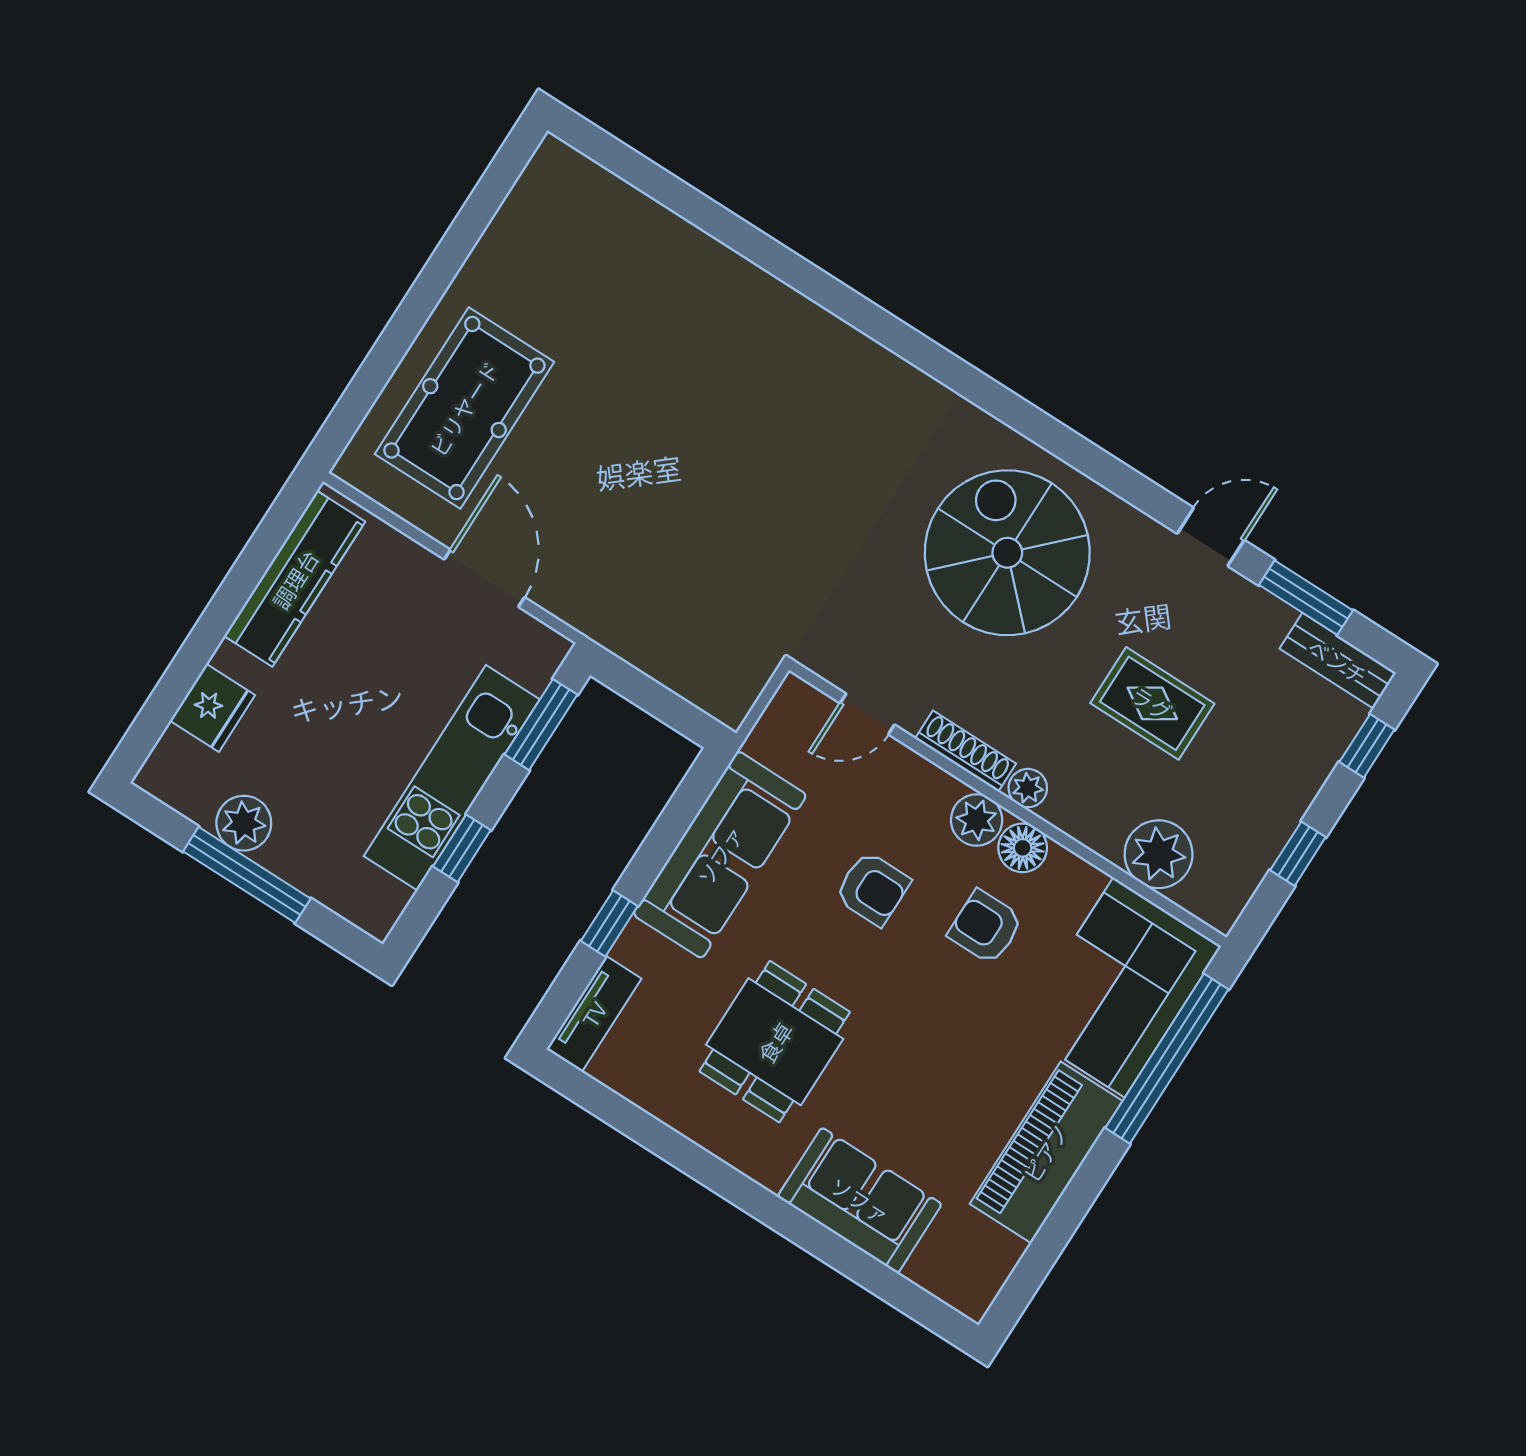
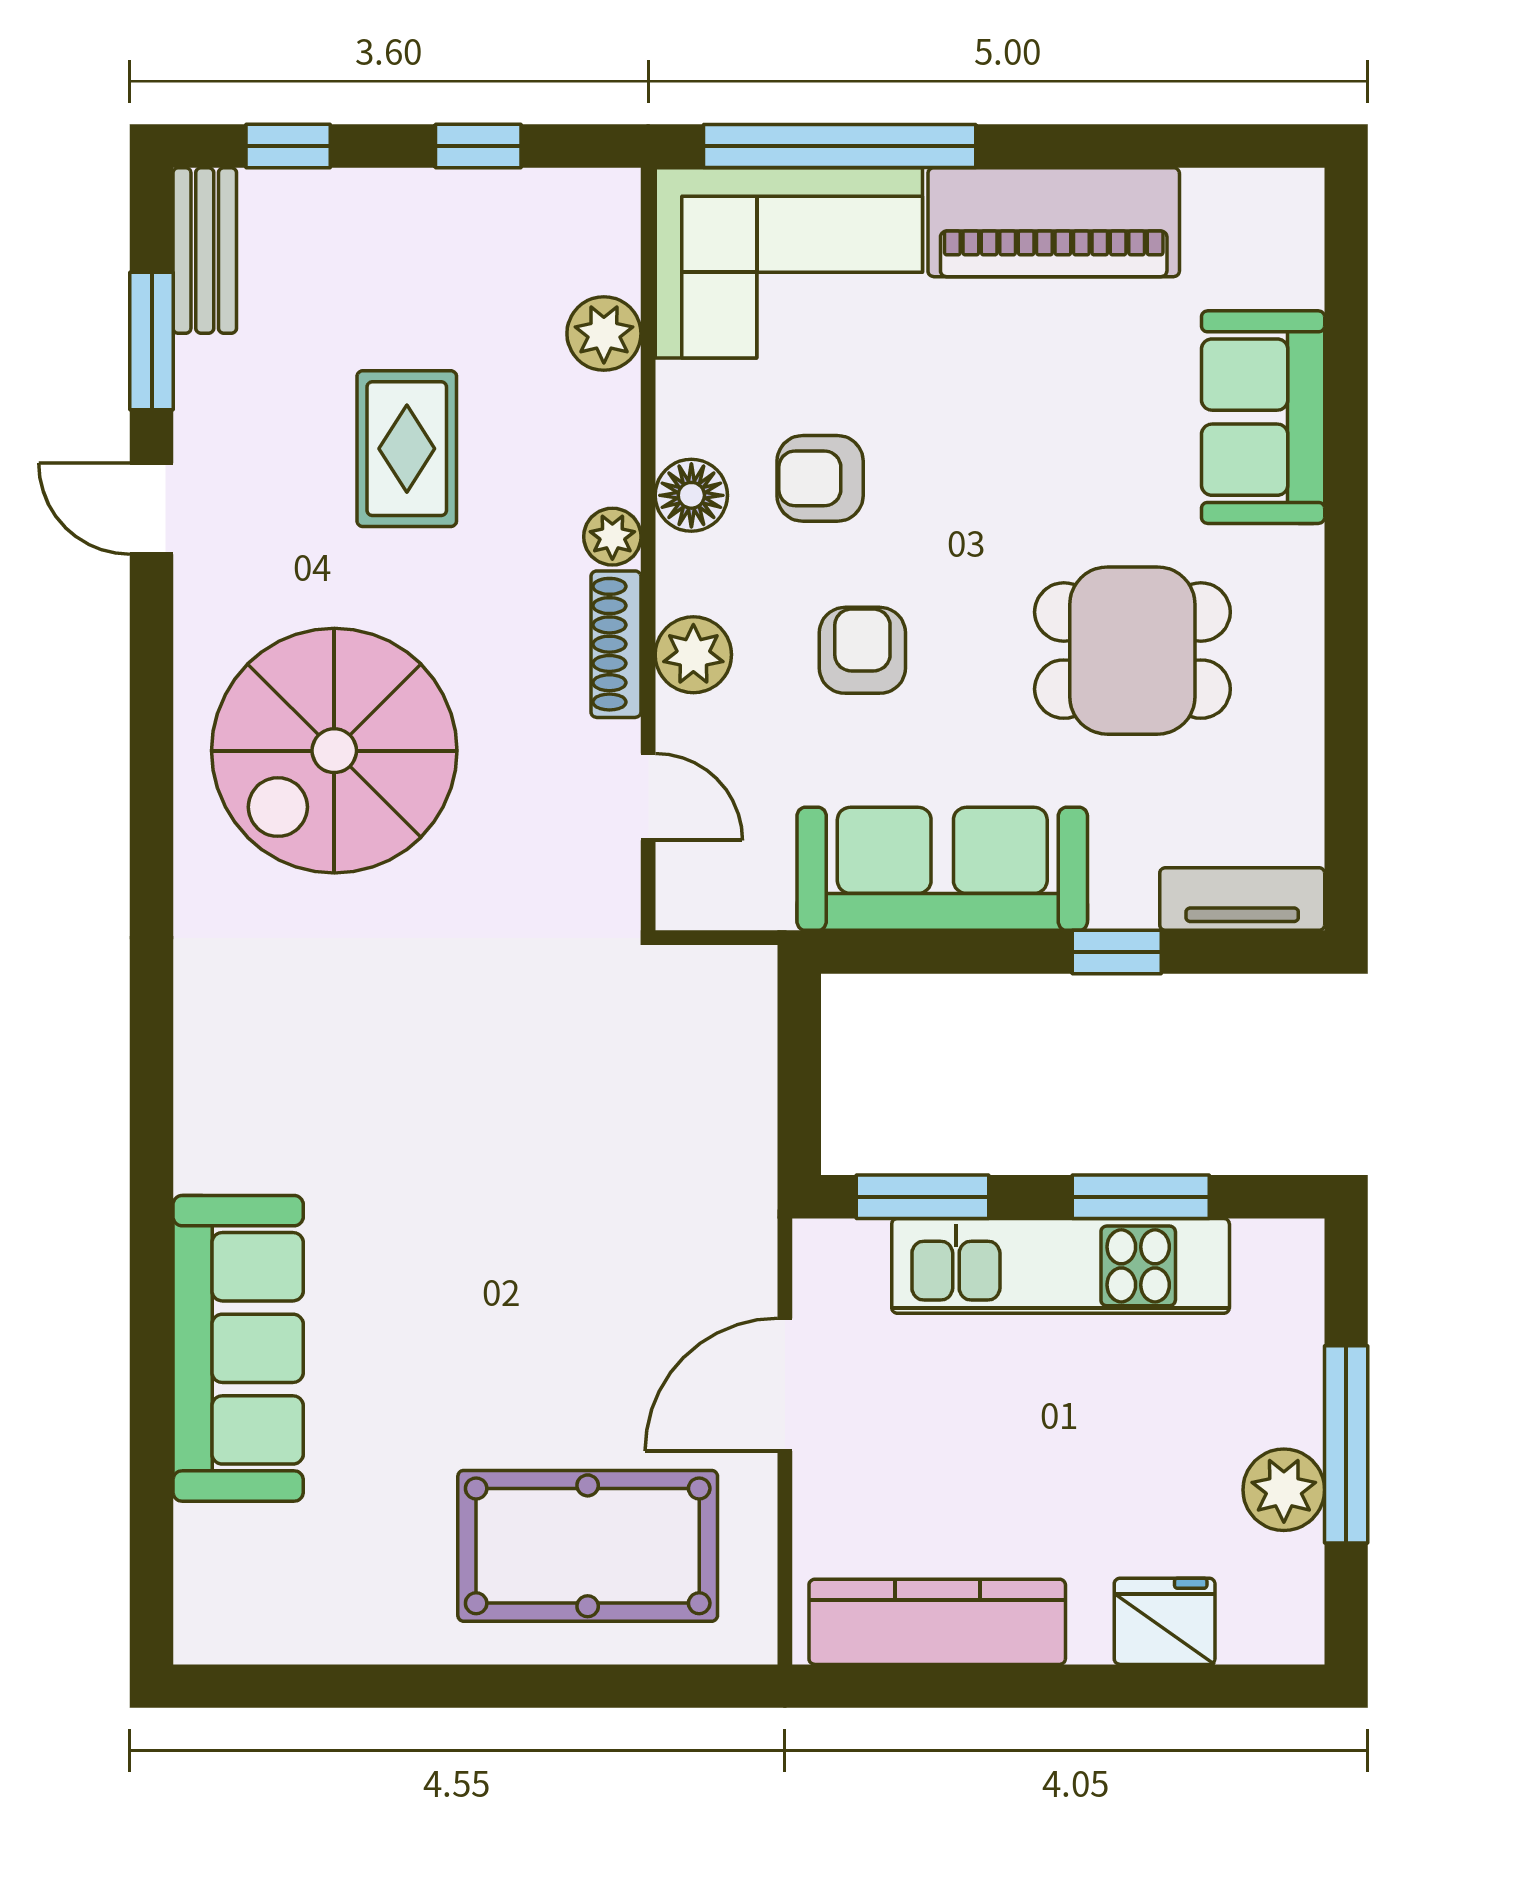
sofa: (703, 281) -> (238, 1348), added
plant: (977, 820) -> (693, 655), moved
window: (462, 848) -> (1141, 1197), width x1.50
plant: (1159, 854) -> (604, 334), width x0.73, depth x0.73
armchair: (986, 927) -> (820, 478), turned 90

